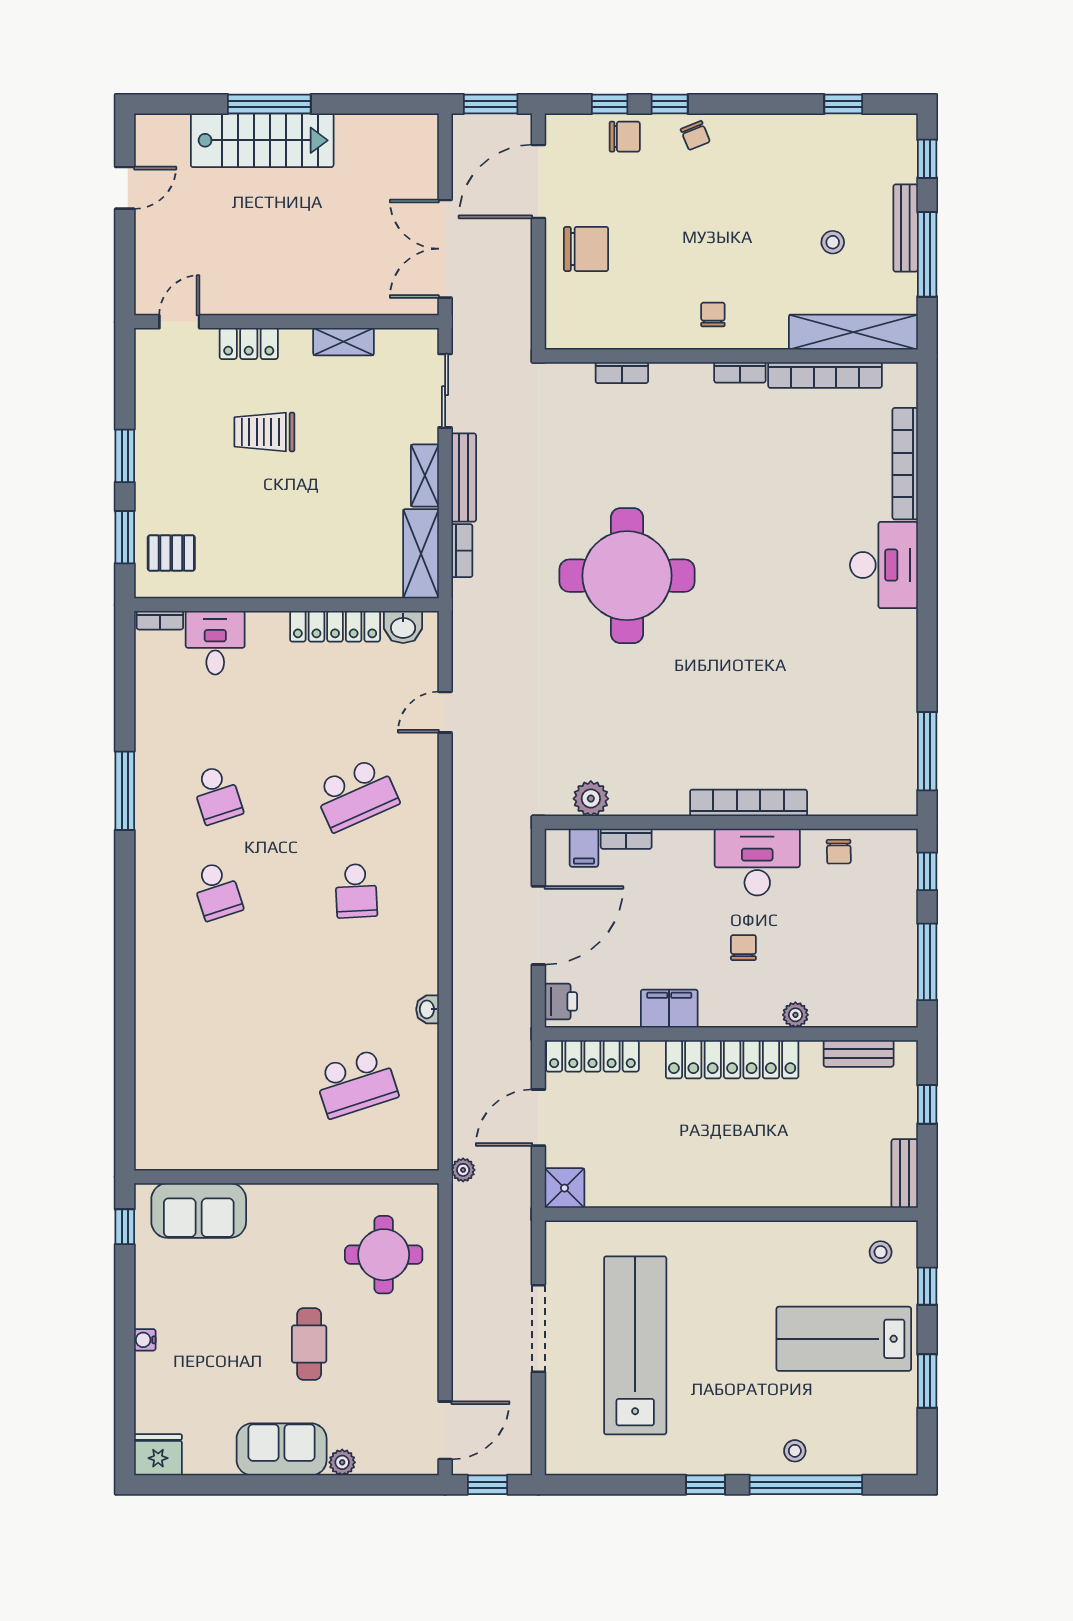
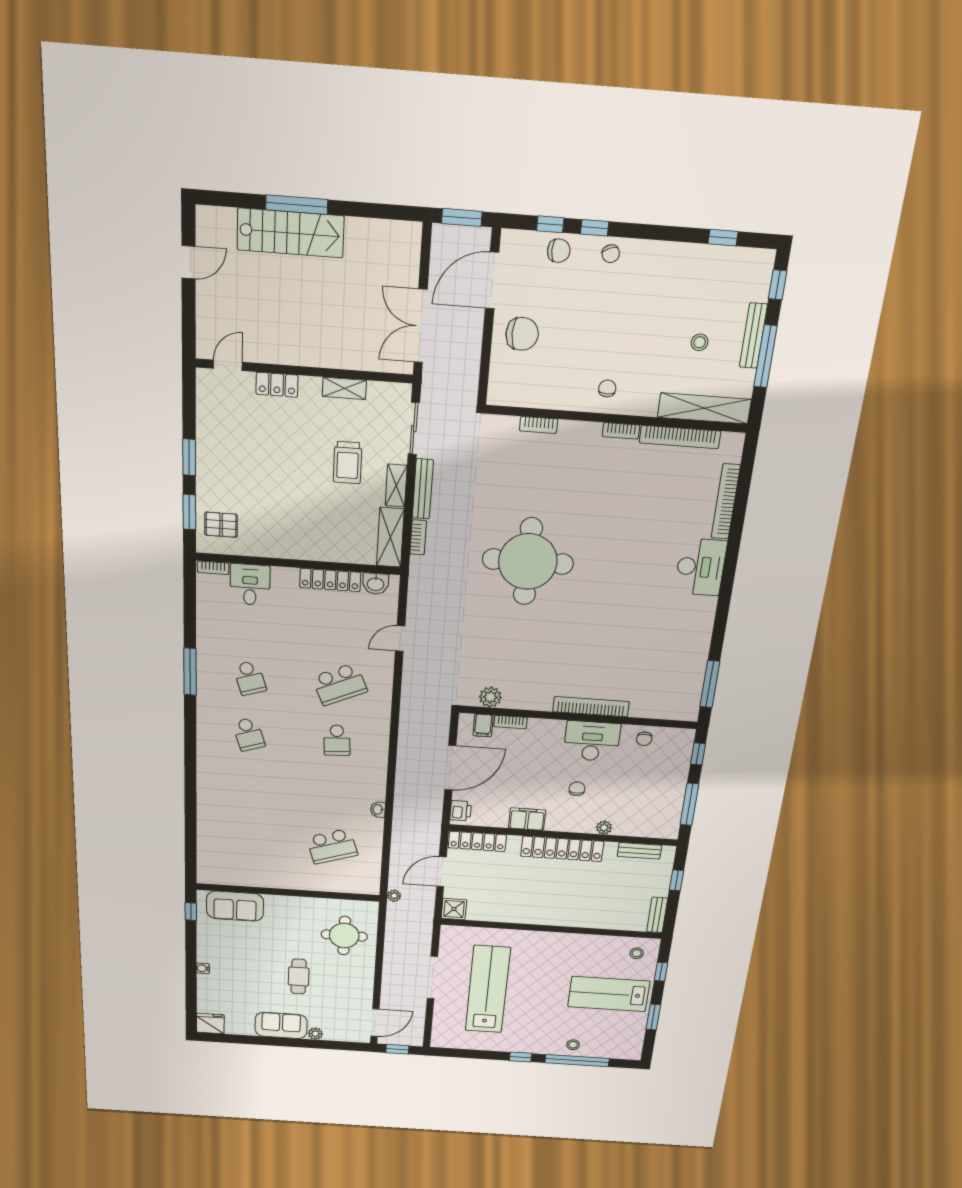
trolley: (264, 432) -> (348, 463), moved, turned -90

